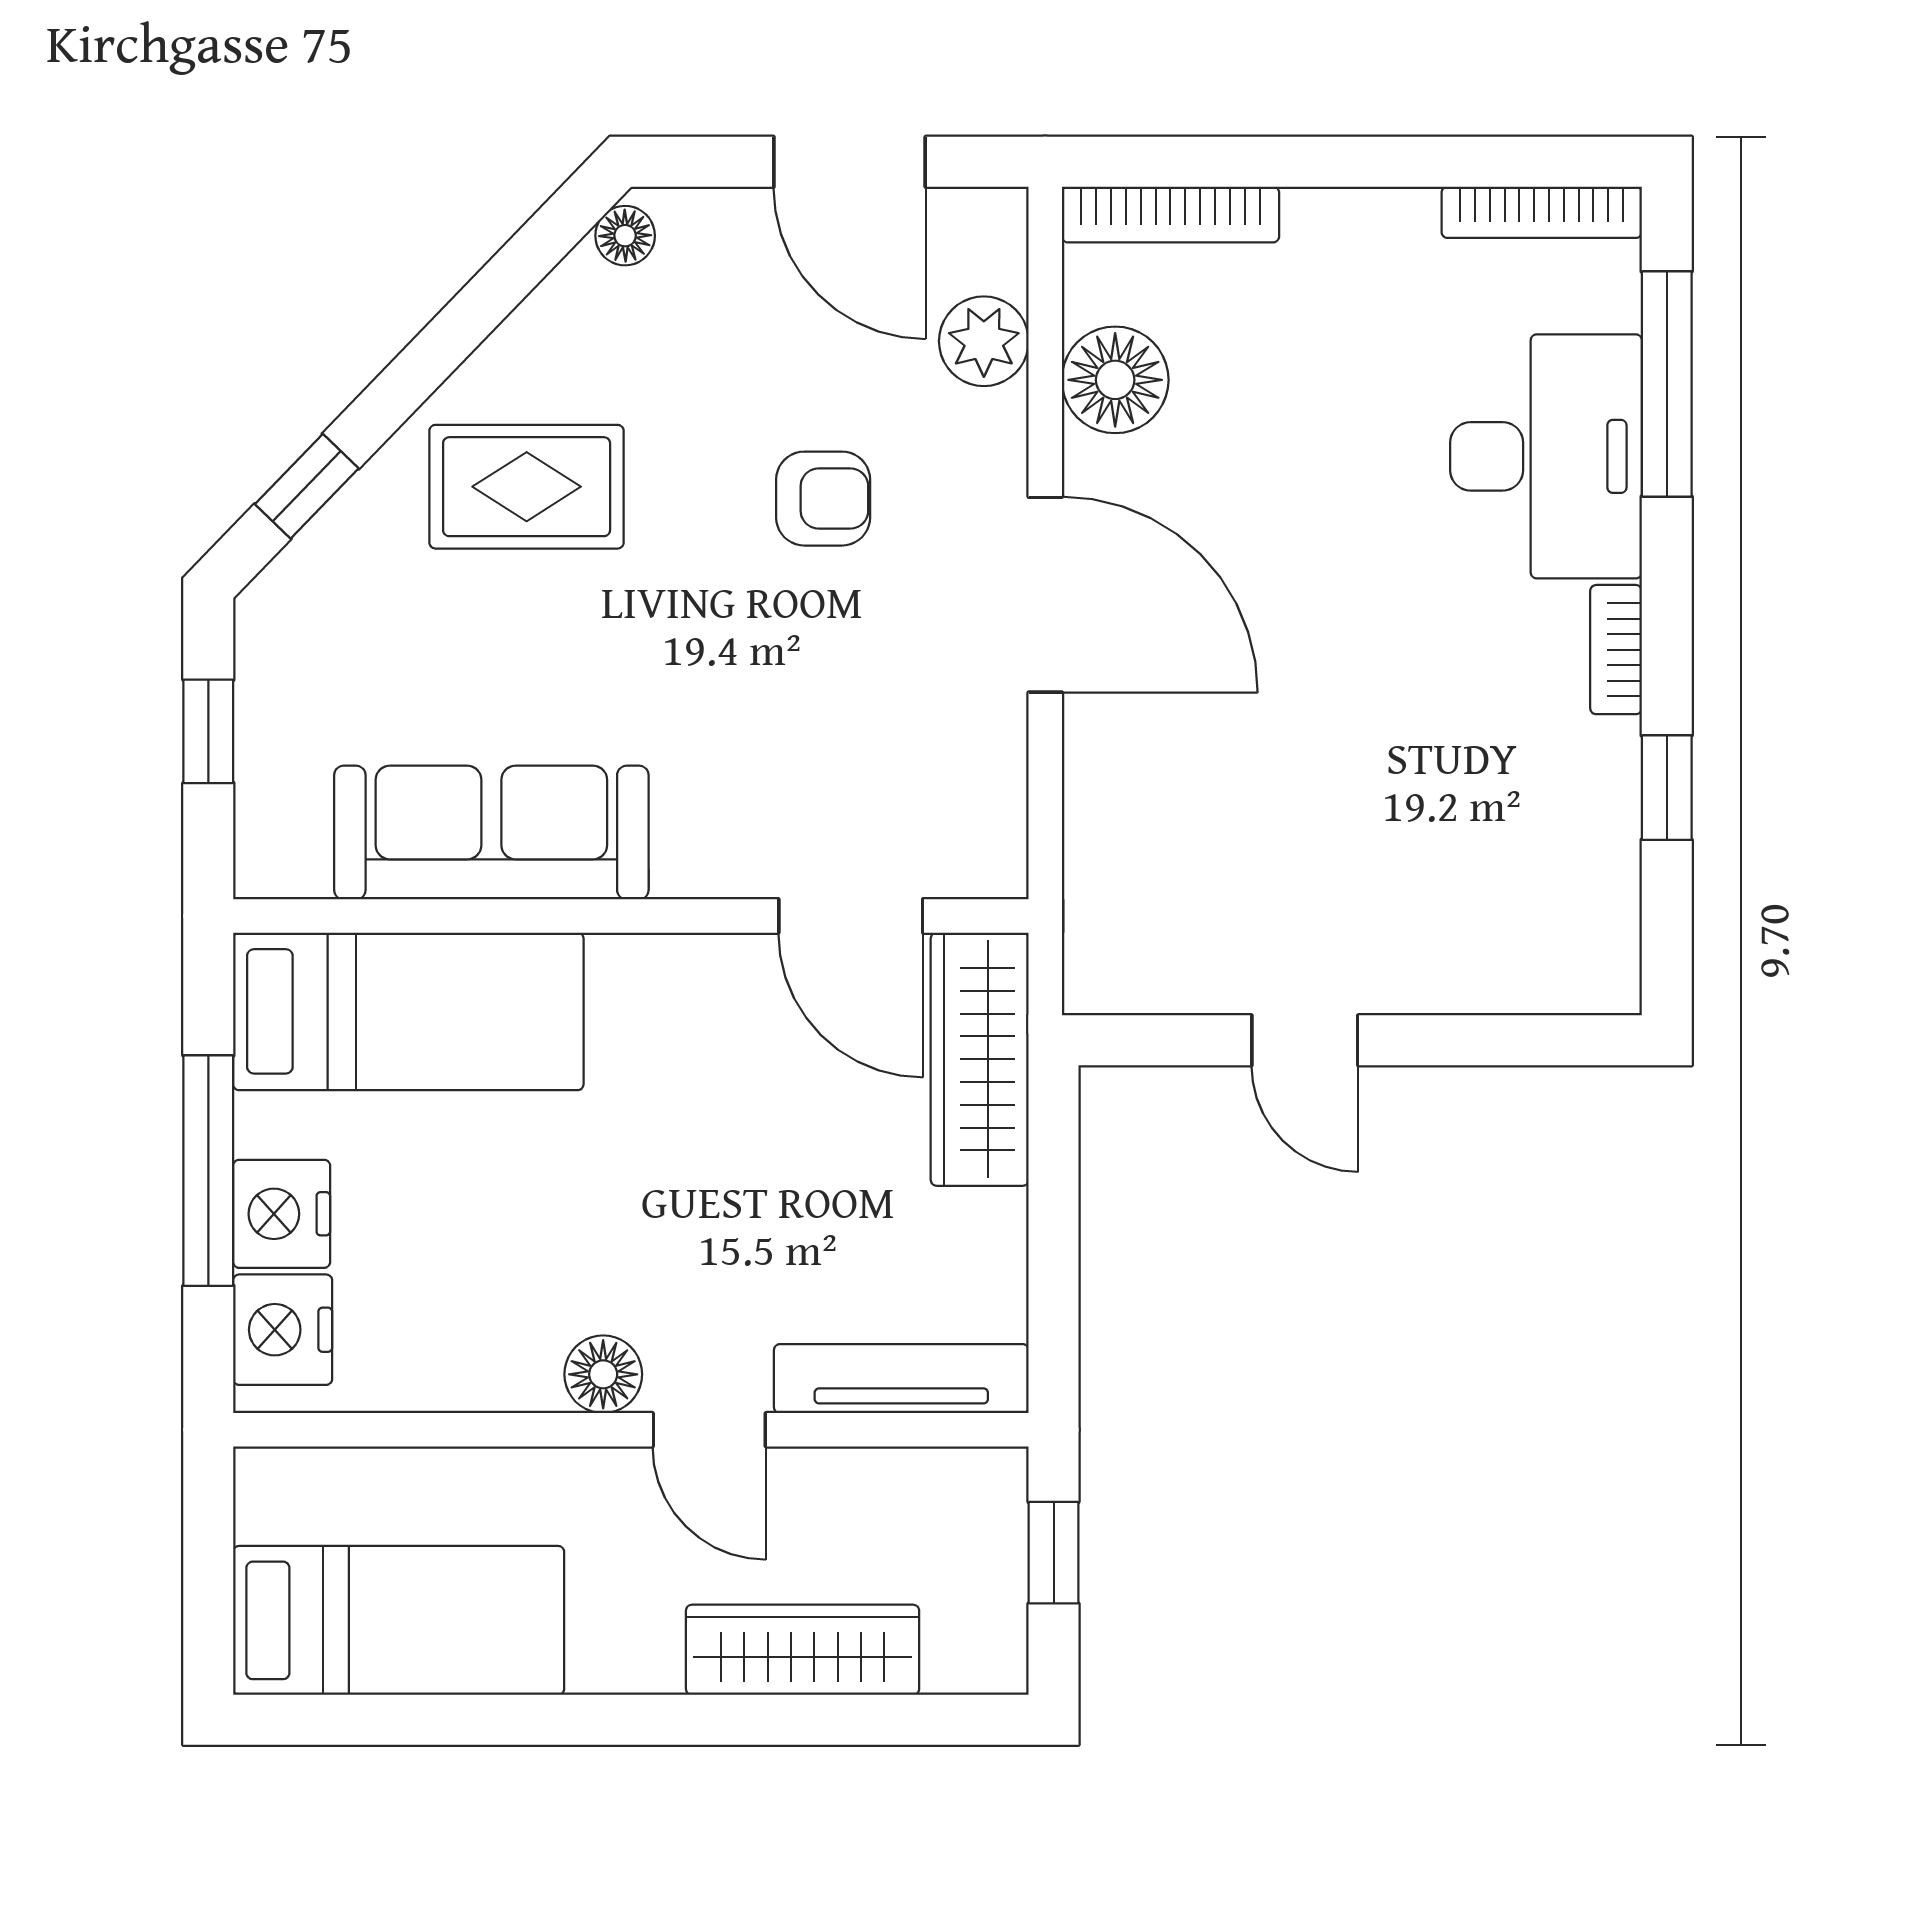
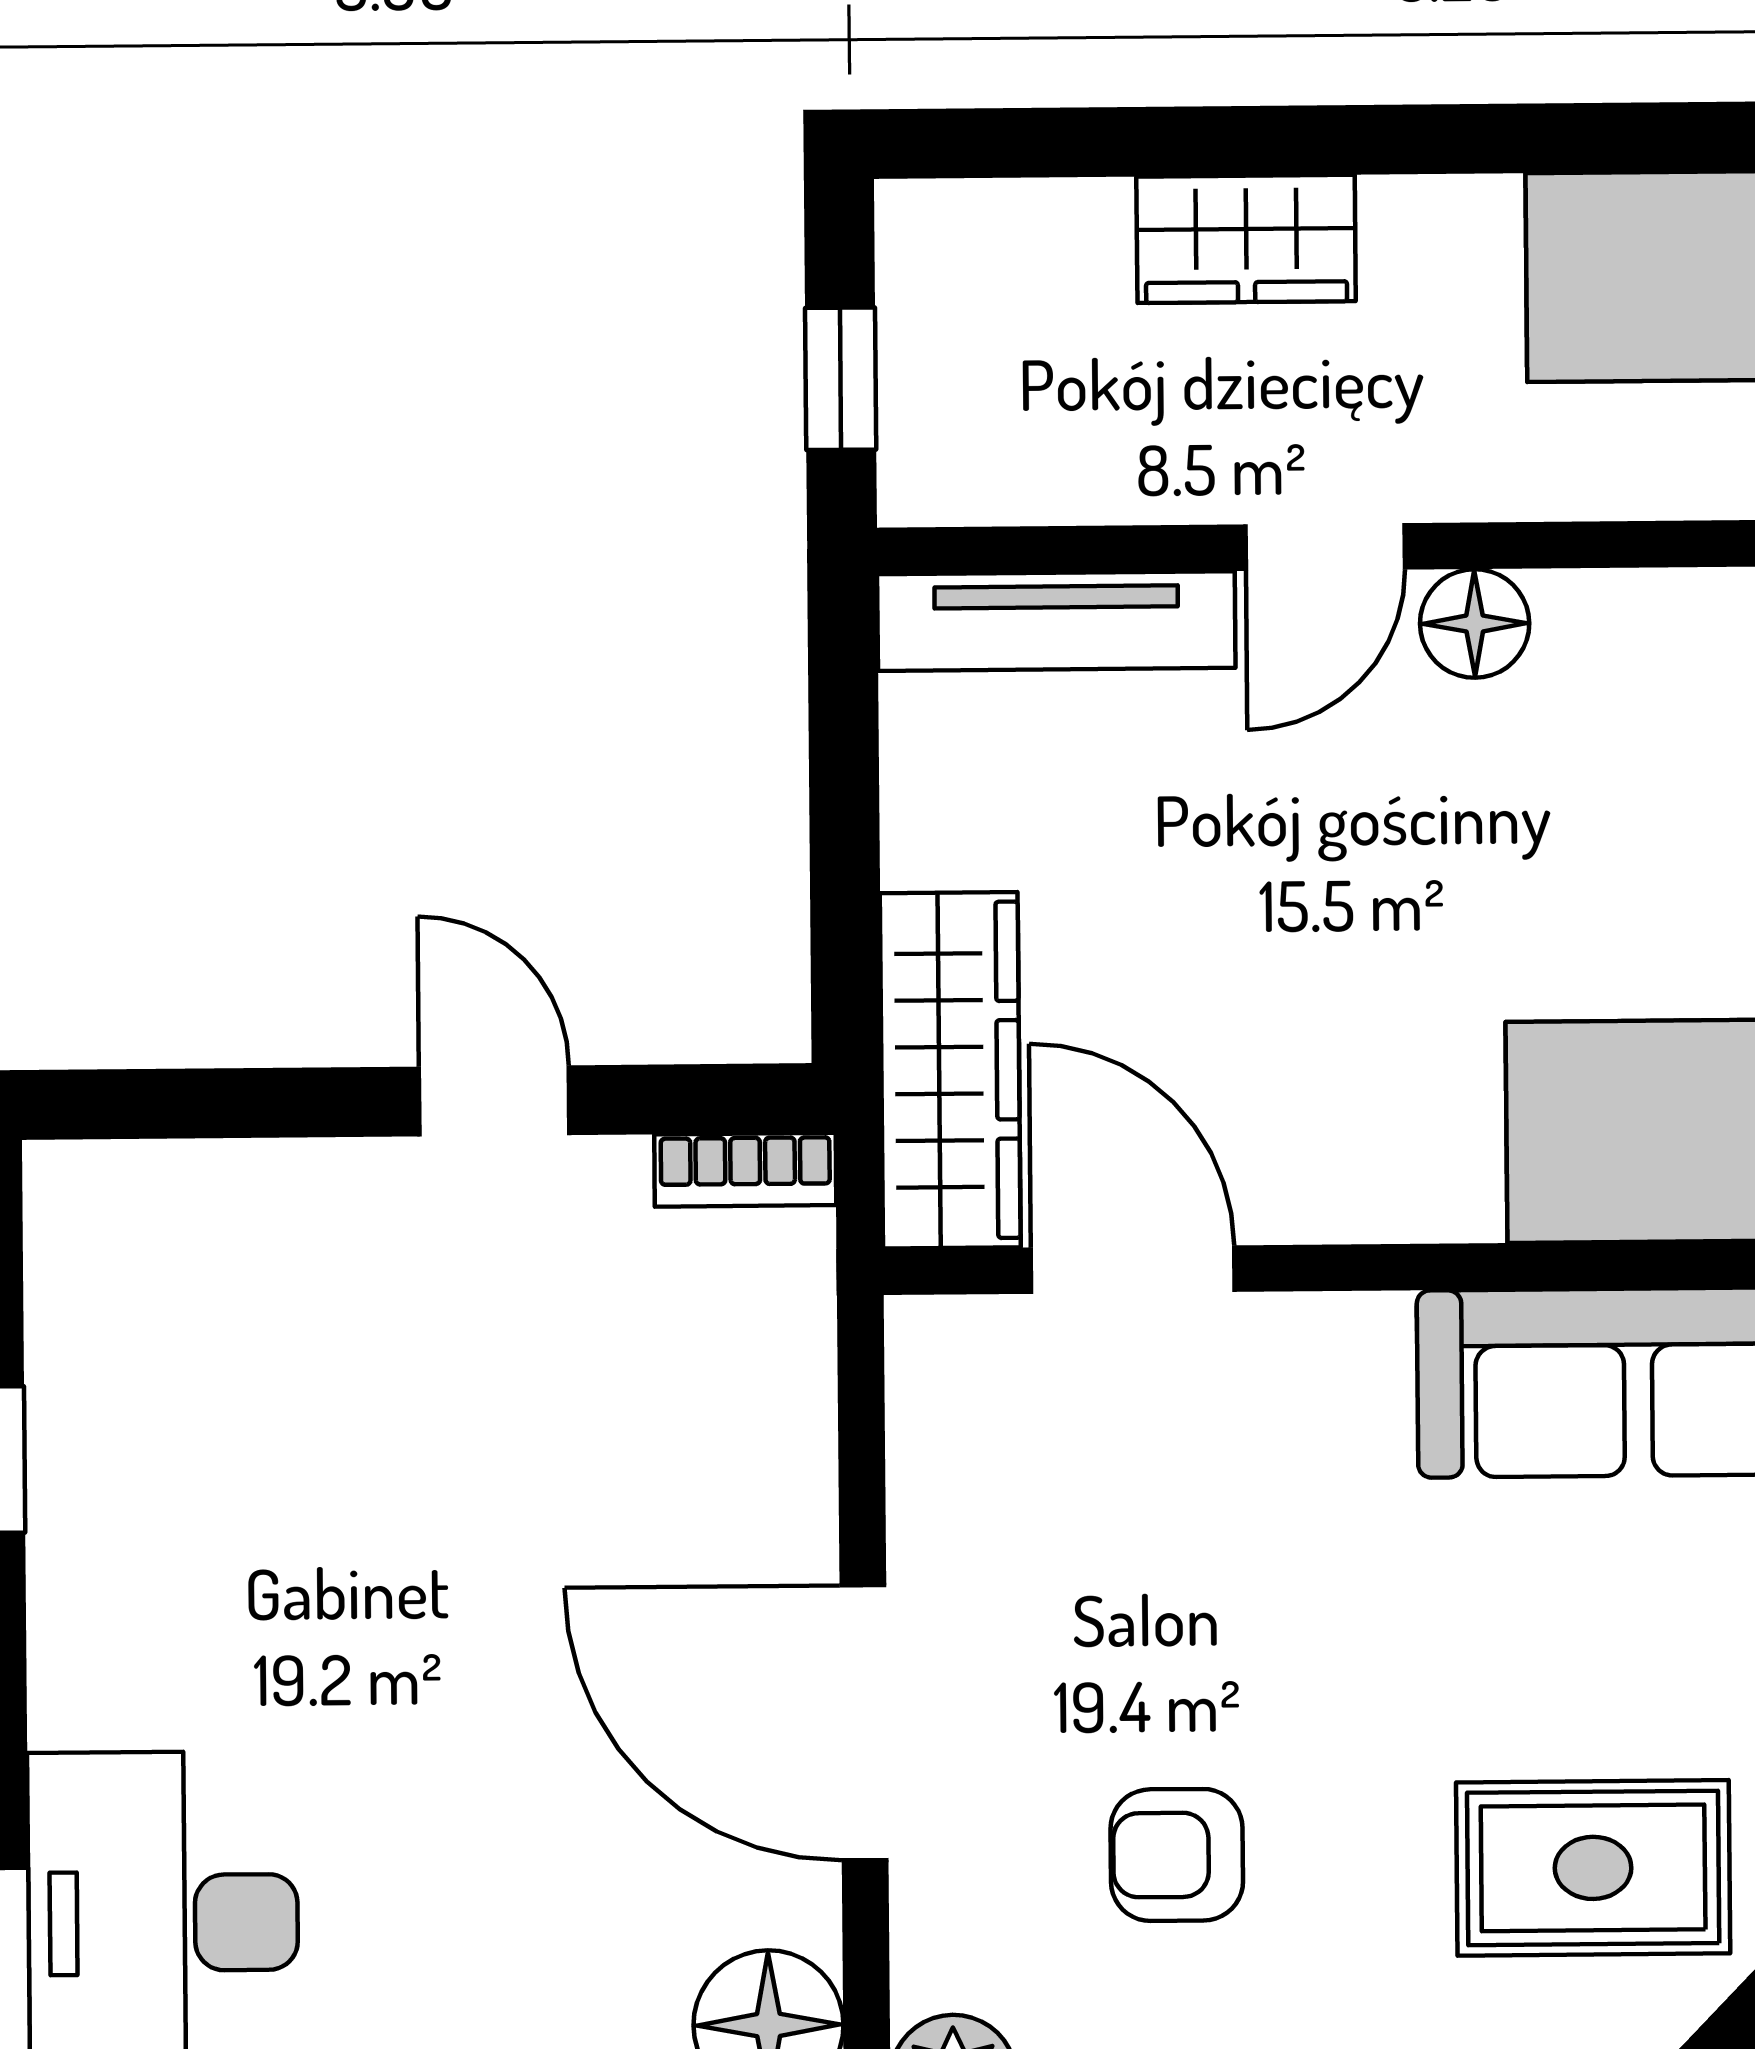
bookcase: (1616, 650) -> (745, 1170), moved, turned 90
door: (709, 1430) -> (1325, 547), swing flipped
wardrobe: (803, 1650) -> (1246, 239), width x0.67

